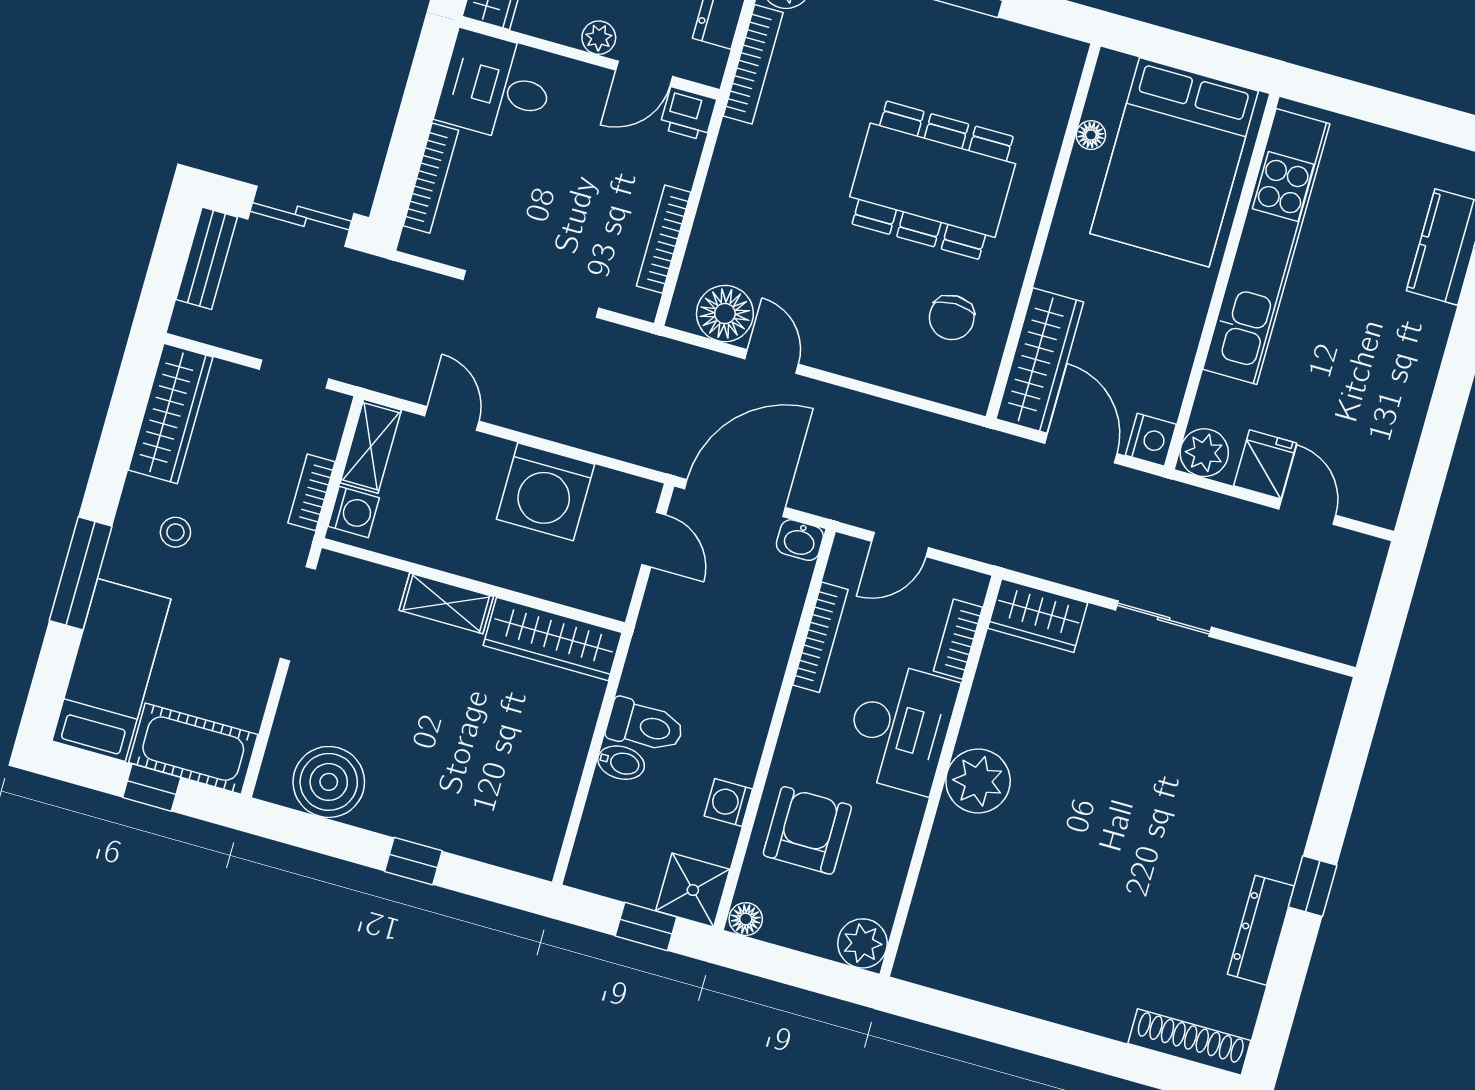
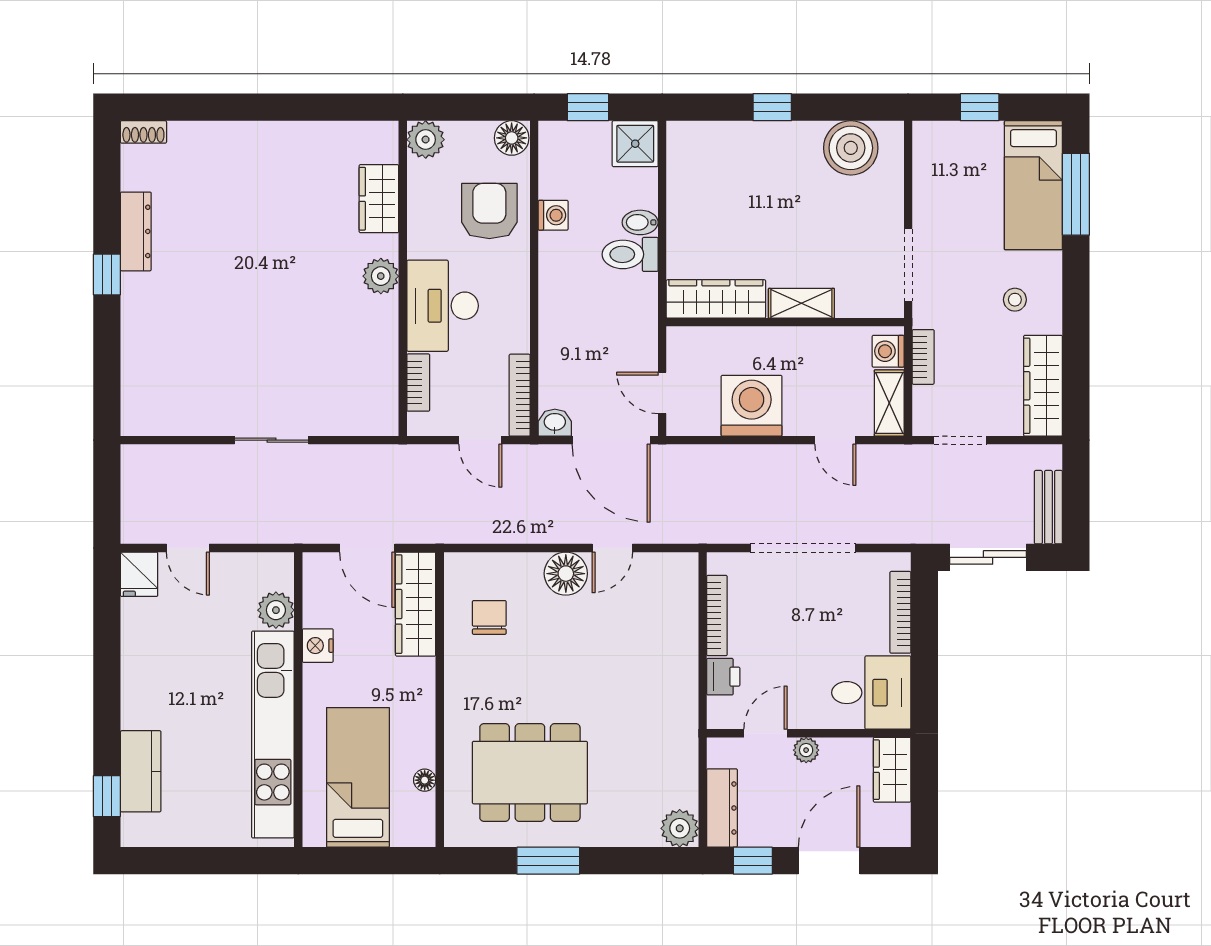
bookcase: (753, 64) -> (687, 762), removed
printer: (688, 114) -> (723, 677), moved, turned 90
bed: (1174, 162) -> (358, 777), width x0.67
dining table: (933, 180) -> (530, 773), moved
floor lamp: (725, 314) -> (566, 574), moved
door: (772, 362) -> (612, 548), hinge flipped
nightstand: (1151, 440) -> (318, 646), moved
plant: (1204, 453) -> (276, 610), moved
fridge: (1265, 464) -> (139, 574), moved
door: (735, 498) -> (611, 440), hinge flipped
door: (900, 544) -> (480, 440), swing flipped
window: (81, 573) -> (1076, 194), moved
wardrobe: (1038, 616) -> (379, 199), moved, turned -90
bookcase: (820, 637) -> (520, 395), moved
cot: (193, 749) -> (957, 144), removed
plant: (978, 781) -> (381, 276), width x0.73, depth x0.73
armchair: (807, 830) -> (489, 211), turned 180
shower: (693, 890) -> (635, 144), moved
floor lamp: (746, 919) -> (512, 138), width x1.37, depth x1.37
shoe rack: (1189, 1042) -> (143, 132), width x0.51, depth x0.81

